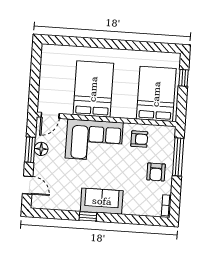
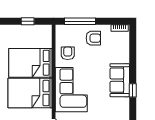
window: (183, 78) -> (28, 21), moved
bed: (156, 94) -> (30, 63), moved

